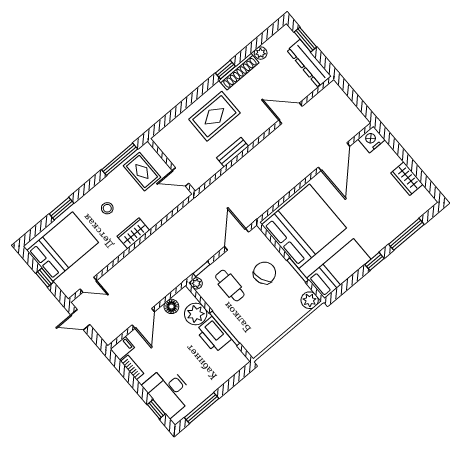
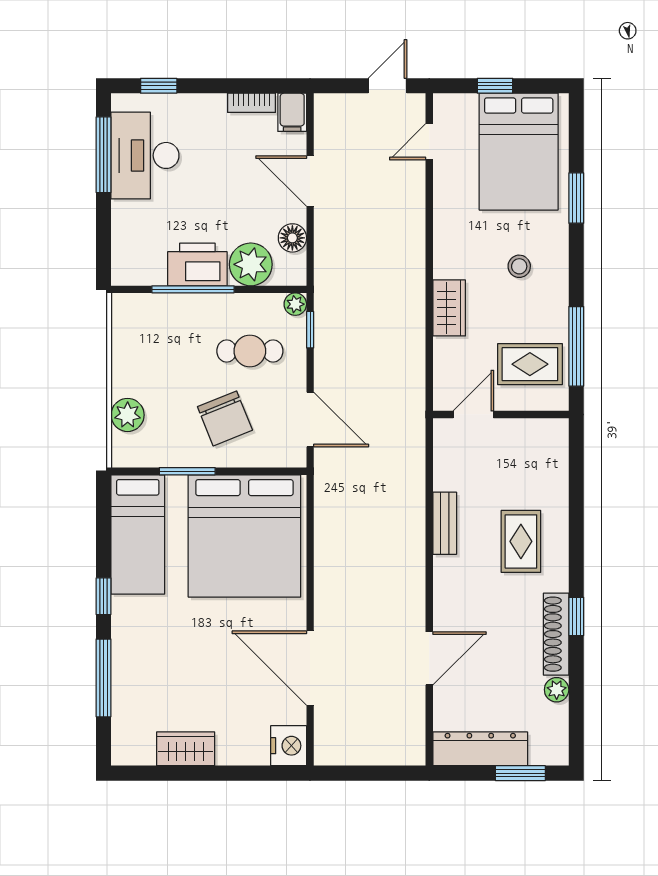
rug: (214, 116) -> (521, 541), width x0.73, depth x0.70
wardrobe: (133, 233) -> (449, 308), moved
plant: (310, 300) -> (128, 415), moved
desk: (169, 391) -> (145, 155), moved, turned -90

